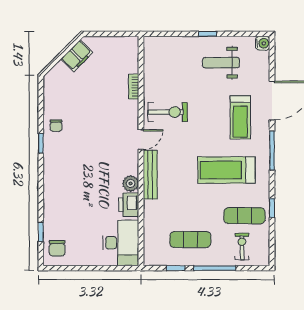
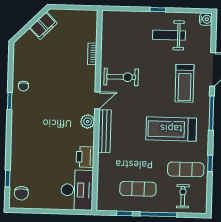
plant: (131, 184) -> (88, 122), moved

